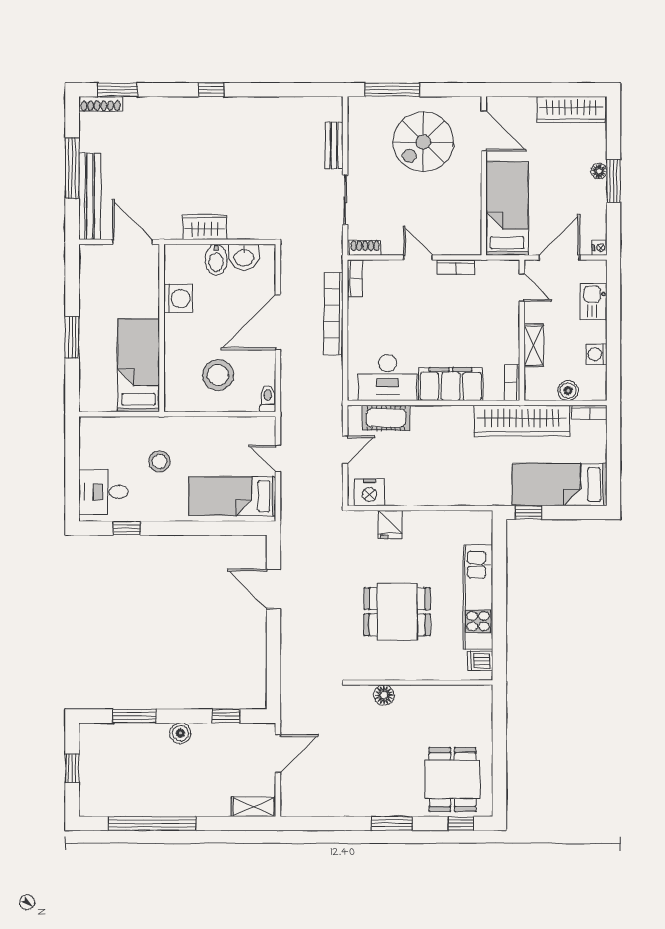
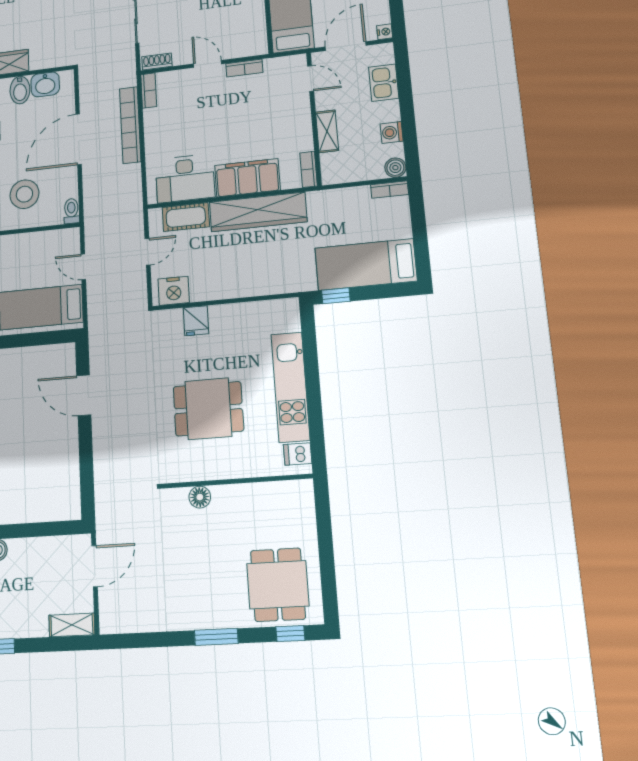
boiler: (568, 391) -> (395, 168), moved
wardrobe: (522, 421) -> (258, 212), moved
window: (226, 716) -> (41, 529), removed

